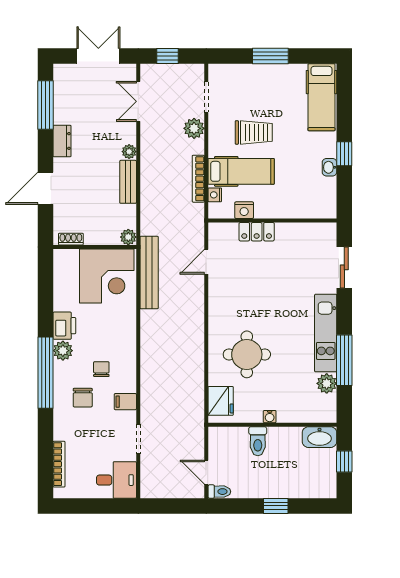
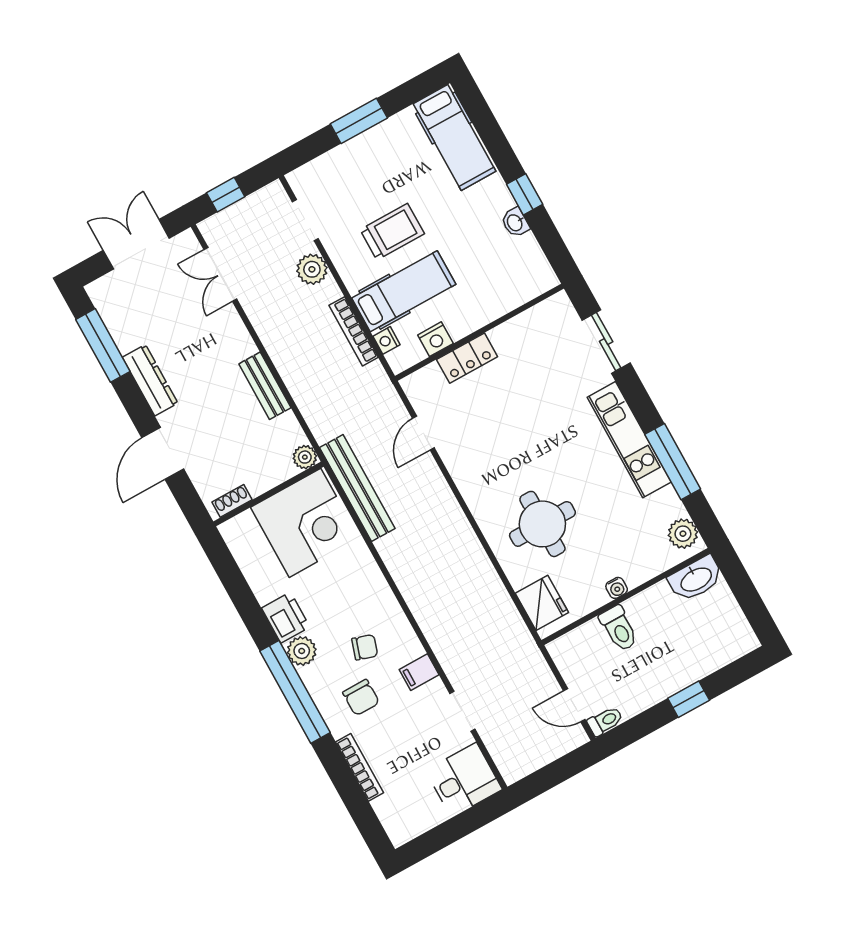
dresser: (62, 141) -> (150, 380), width x1.44
plant: (129, 152) -> (245, 346), removed
chair: (101, 369) -> (365, 647), turned 108
plant: (327, 383) -> (683, 534), moved
window: (344, 461) -> (745, 593), removed
bookcase: (59, 464) -> (360, 767), moved

